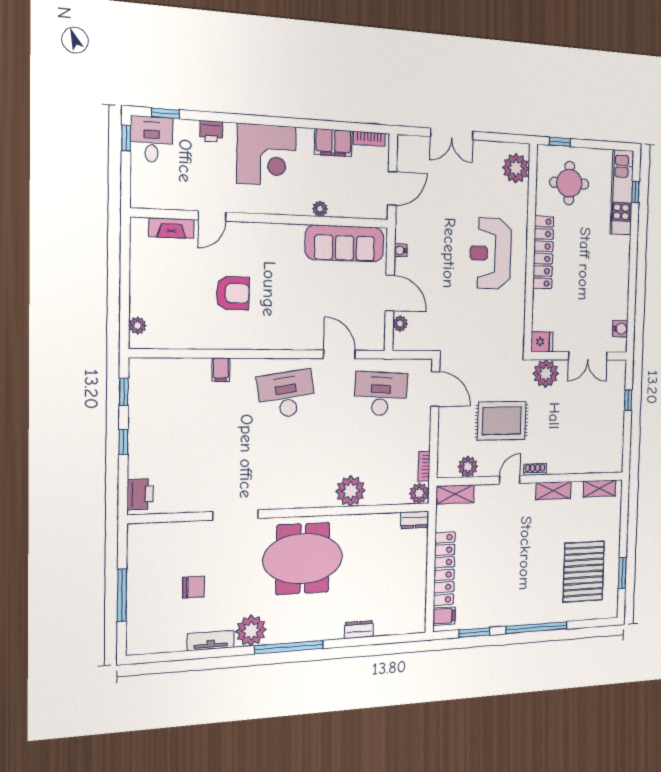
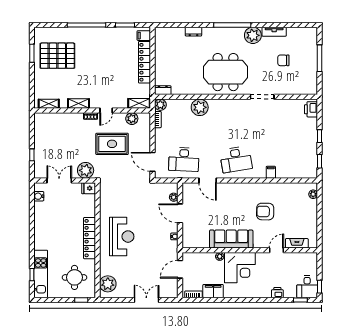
corner desk: (266, 155) -> (240, 268), moved, turned 180
sofa: (345, 243) -> (231, 239), moved
pallet: (584, 572) -> (57, 56), turned 90

